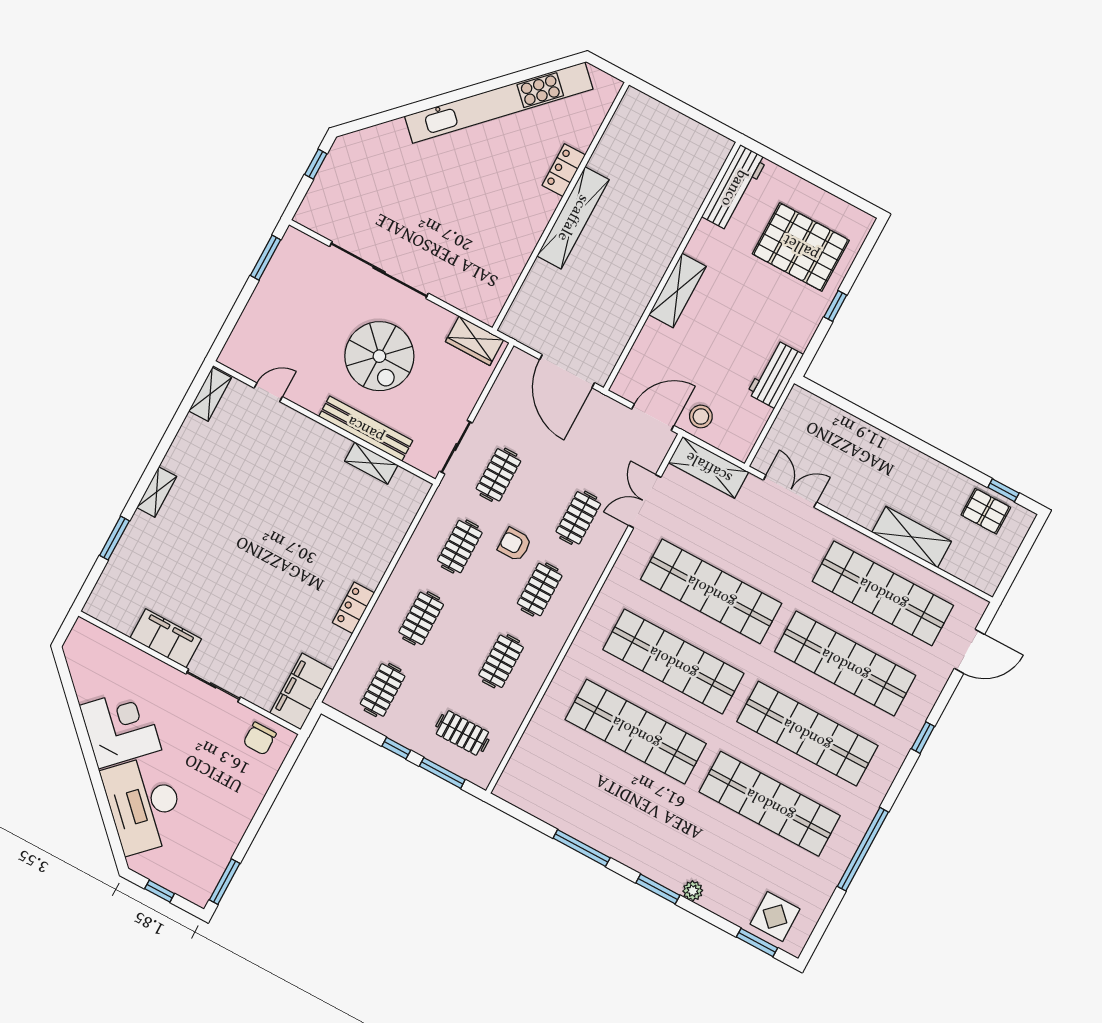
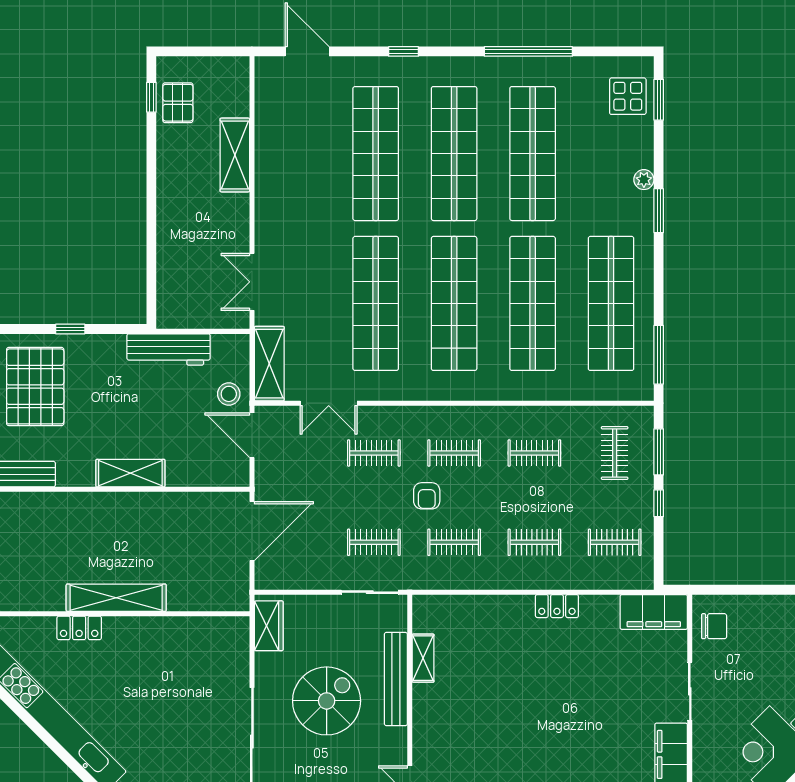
workbench: (775, 374) -> (169, 349), width x1.38
shop shelf: (883, 593) -> (611, 303), moved
window: (582, 848) -> (659, 355), moved

